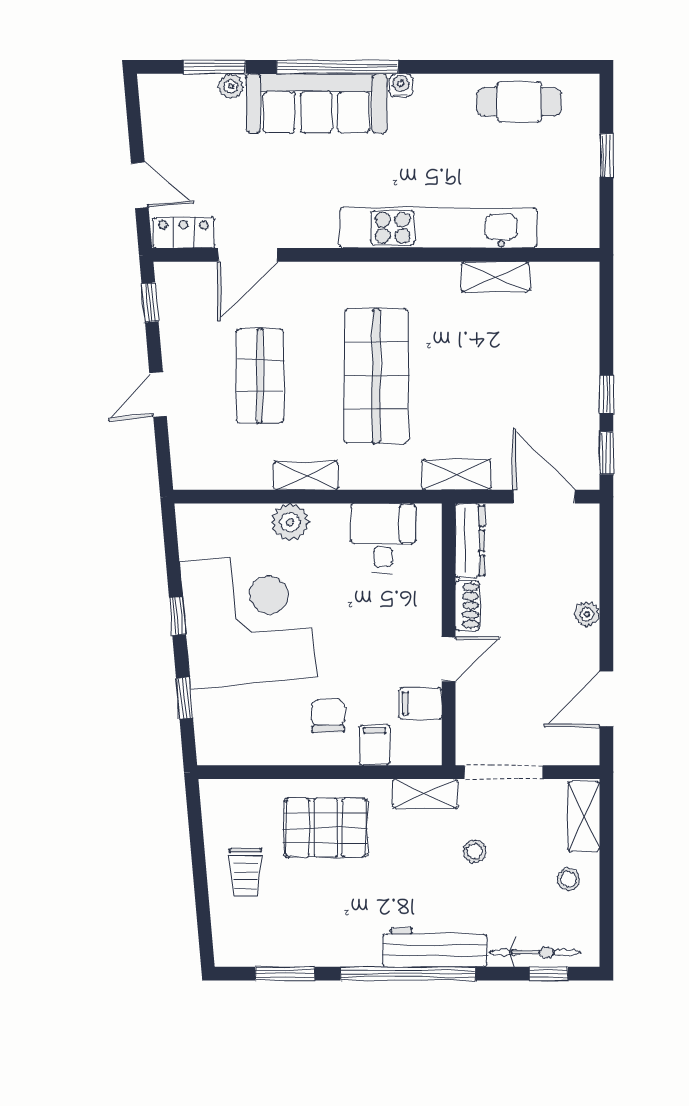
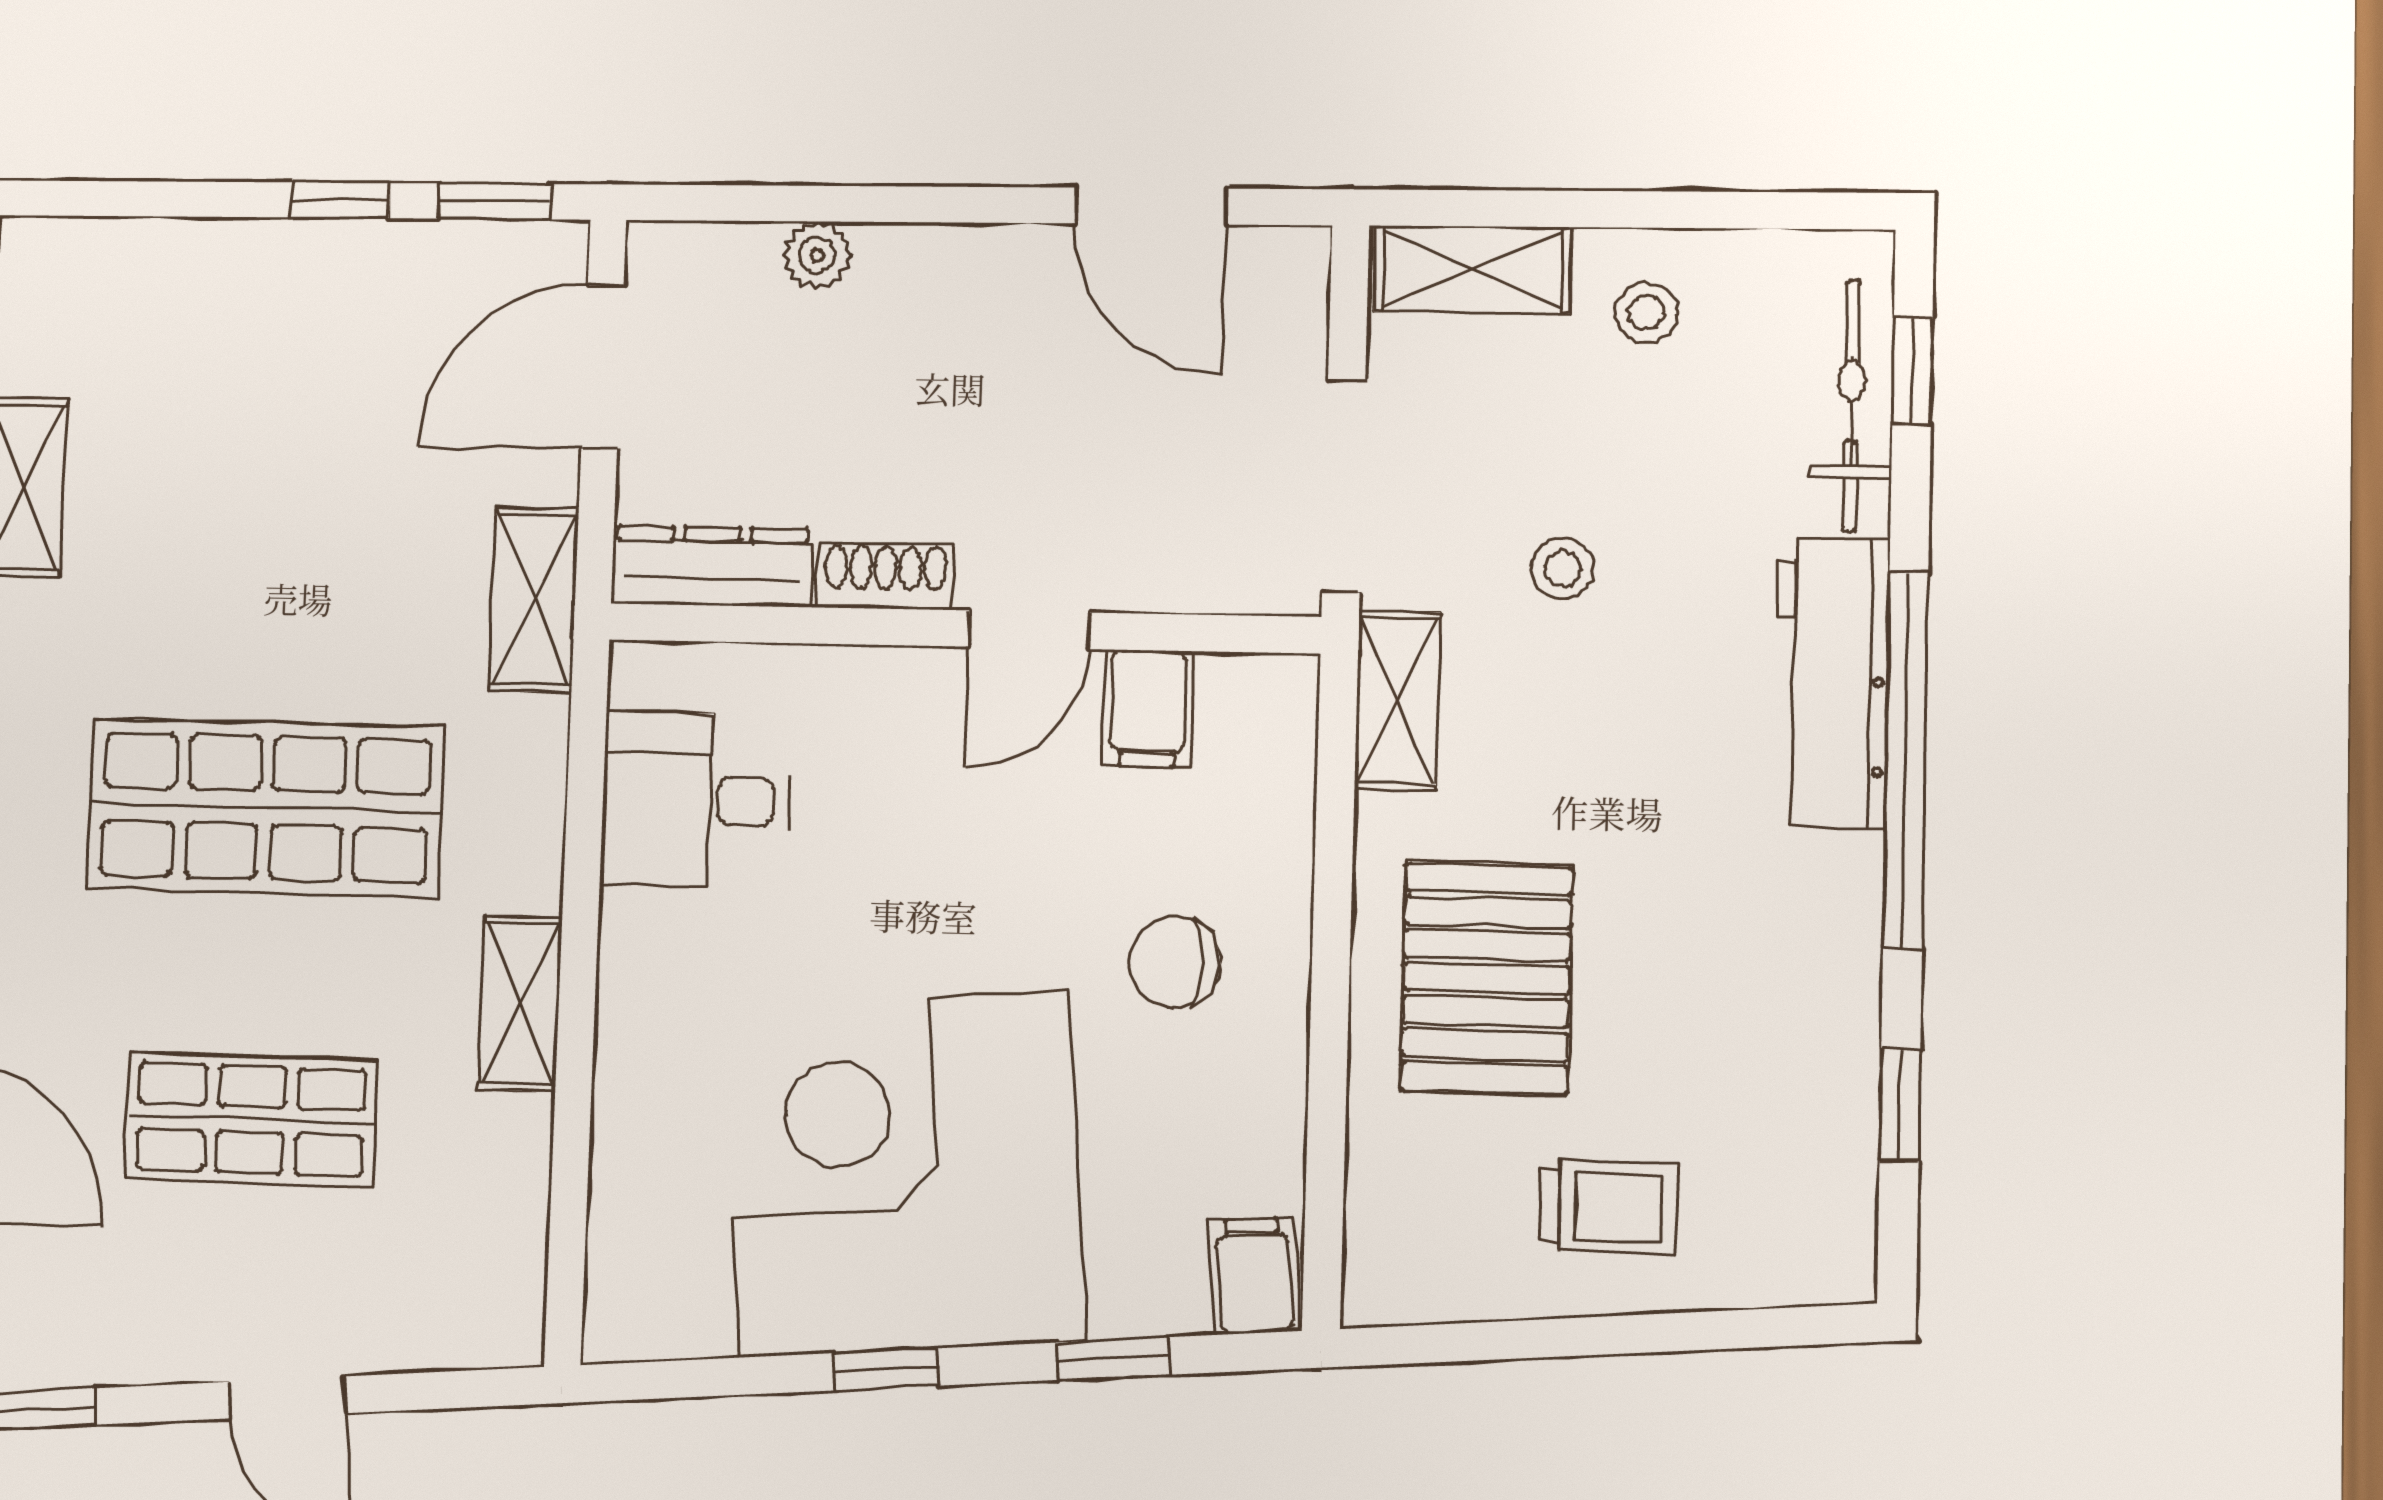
plant: (290, 522) -> (643, 1050), removed
plant: (587, 614) -> (817, 255), moved
door: (449, 659) -> (1029, 630), swing flipped
filing cabinet: (375, 745) -> (1254, 1276), moved, turned 85
window: (285, 974) -> (1900, 1105), width x0.67

